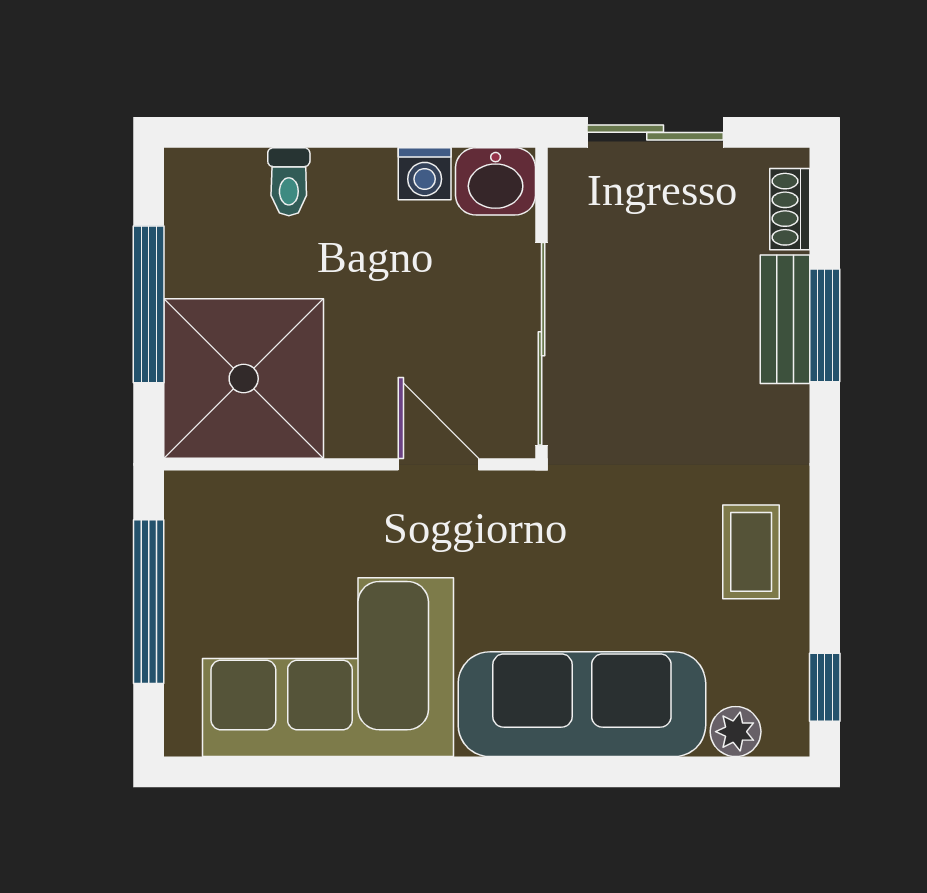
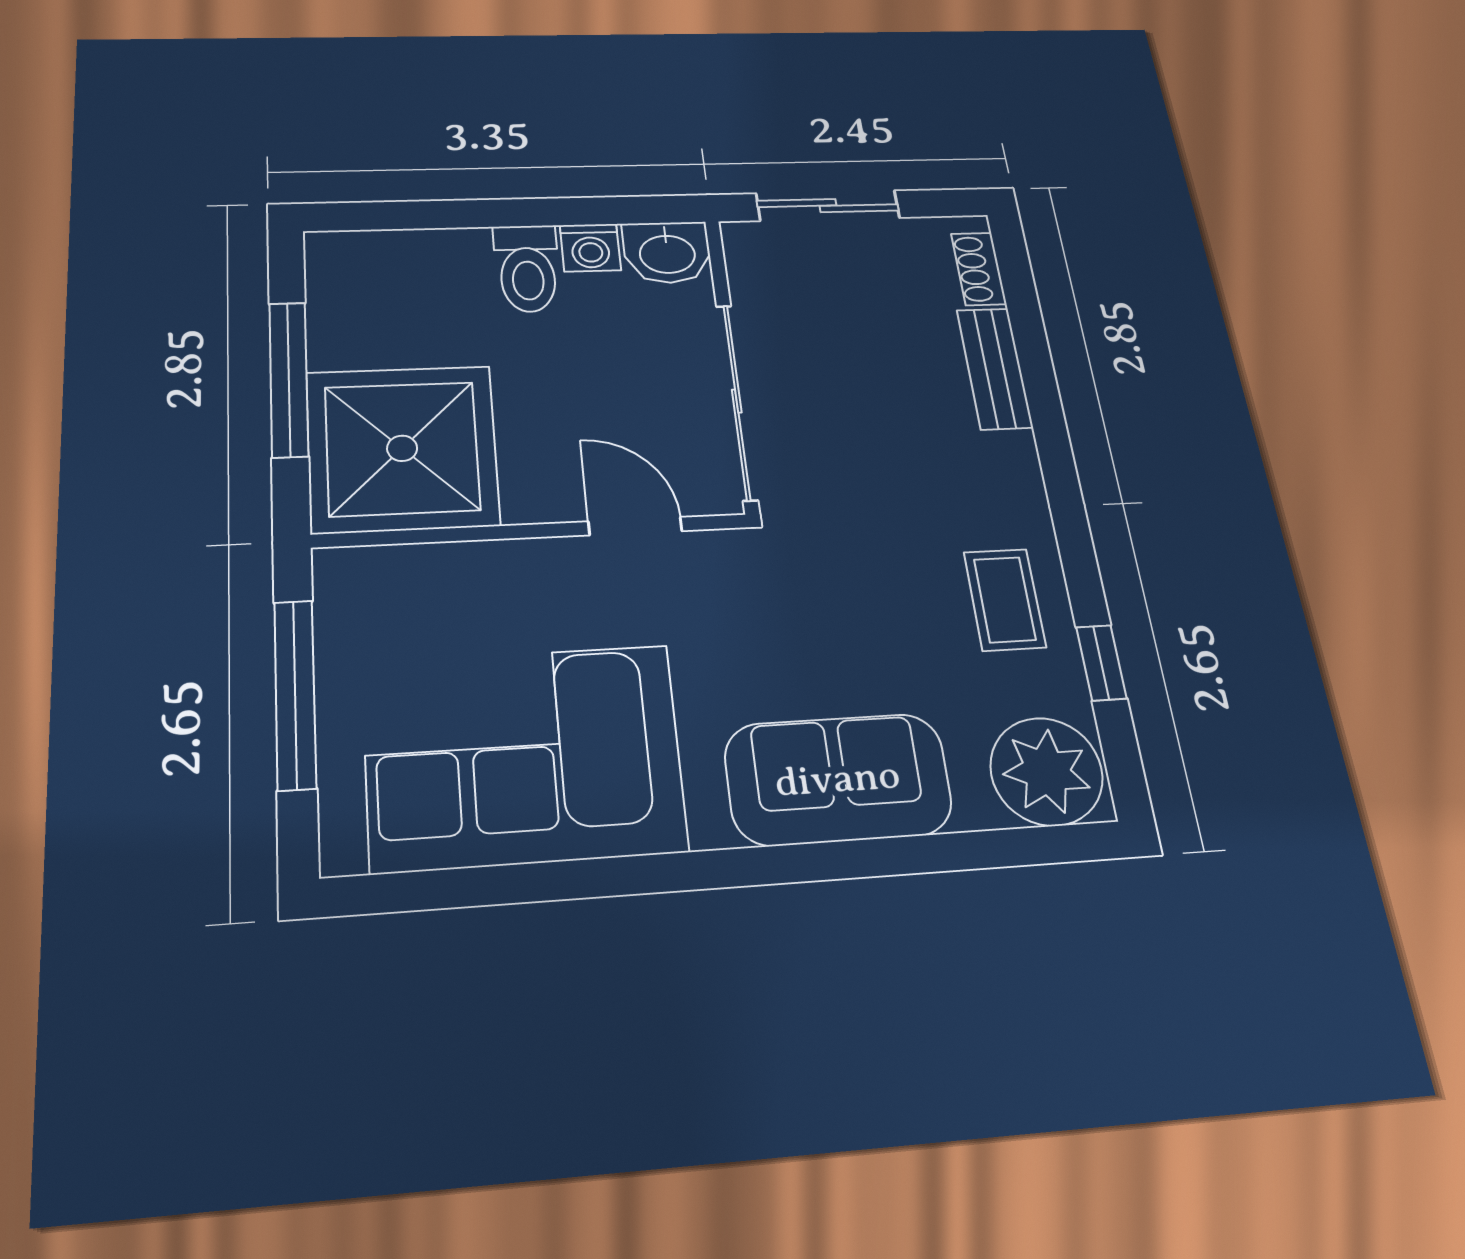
toilet: (289, 182) -> (527, 268), moved, width x1.37, depth x1.39
window: (825, 325) -> (1038, 373), removed
window: (825, 687) -> (1101, 663), moved
sofa: (582, 704) -> (838, 779), width x0.73
plant: (736, 732) -> (1047, 771), width x1.87, depth x1.87

